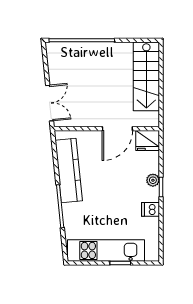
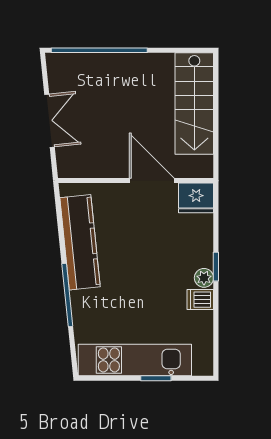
double door: (50, 103) -> (49, 121), moved
door: (117, 129) -> (152, 181), swing flipped
plant: (153, 180) -> (204, 278), moved

